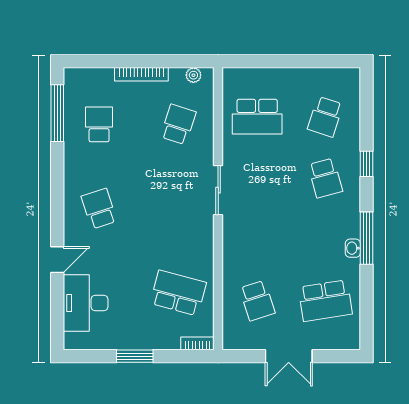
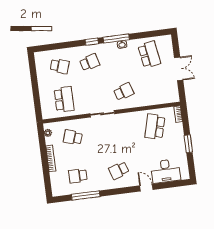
window: (57, 113) -> (86, 195), moved
window: (366, 164) -> (92, 42), moved
school desk: (257, 301) -> (124, 92), moved

